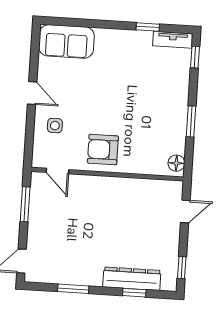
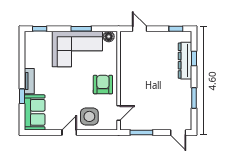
window: (148, 27) -> (22, 96), moved
tv unit: (173, 40) -> (29, 81), moved
corner sofa: (160, 114) -> (77, 49), added
side table: (55, 126) -> (89, 116), width x1.87, depth x1.87
armchair: (103, 150) -> (103, 85), turned 180

